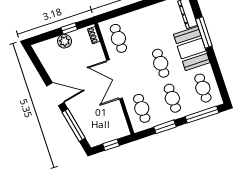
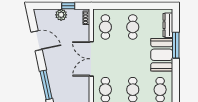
cafe table: (161, 63) -> (133, 27), moved
door: (55, 94) -> (37, 41), moved

